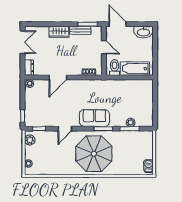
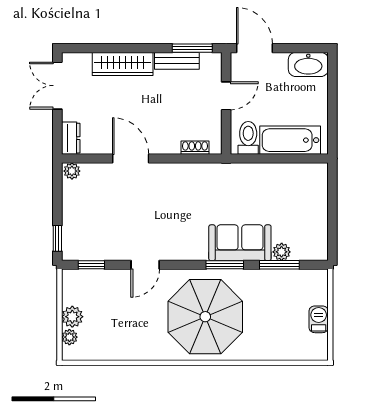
wardrobe: (59, 32) -> (123, 64), width x1.50
double door: (23, 42) -> (57, 86), swing flipped
door: (104, 47) -> (226, 96), hinge flipped
door: (58, 77) -> (131, 159), swing flipped
sofa: (94, 118) -> (240, 243), moved
plant: (30, 140) -> (72, 317), moved
barbecue: (148, 166) -> (319, 319), moved

